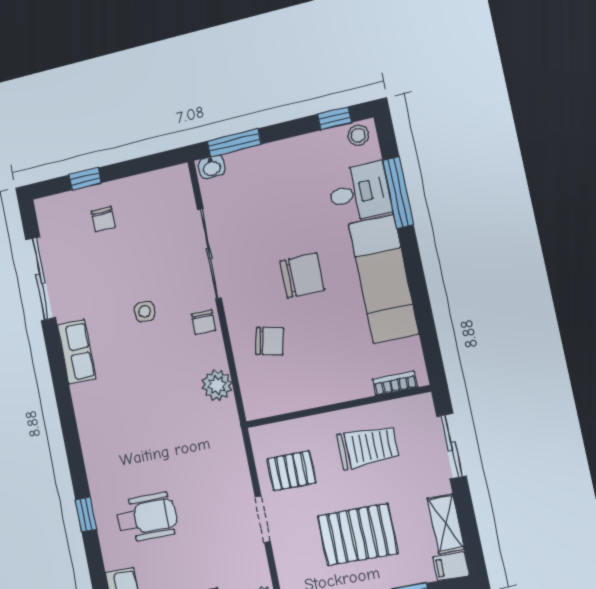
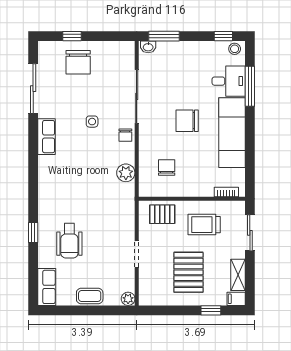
chair: (103, 219) -> (78, 62), width x1.87, depth x1.87
chair: (302, 276) -> (187, 121), turned 180
chair: (270, 341) -> (167, 167), moved, turned -103
trolley: (368, 447) -> (204, 225), turned 180
pallet: (291, 471) -> (162, 214), moved
wheelchair: (147, 517) -> (69, 241), turned 90
pallet: (358, 535) -> (188, 272), turned 90

